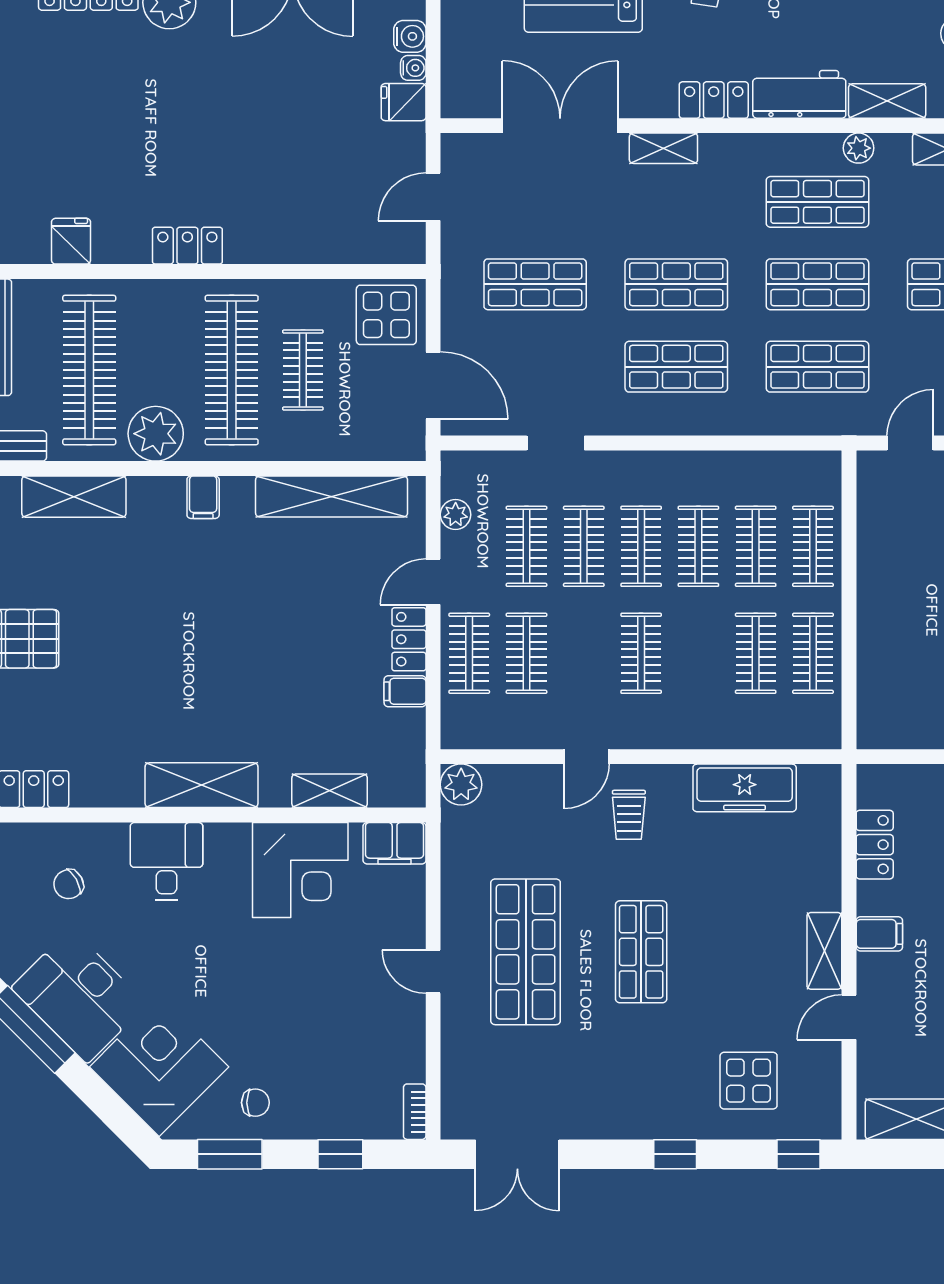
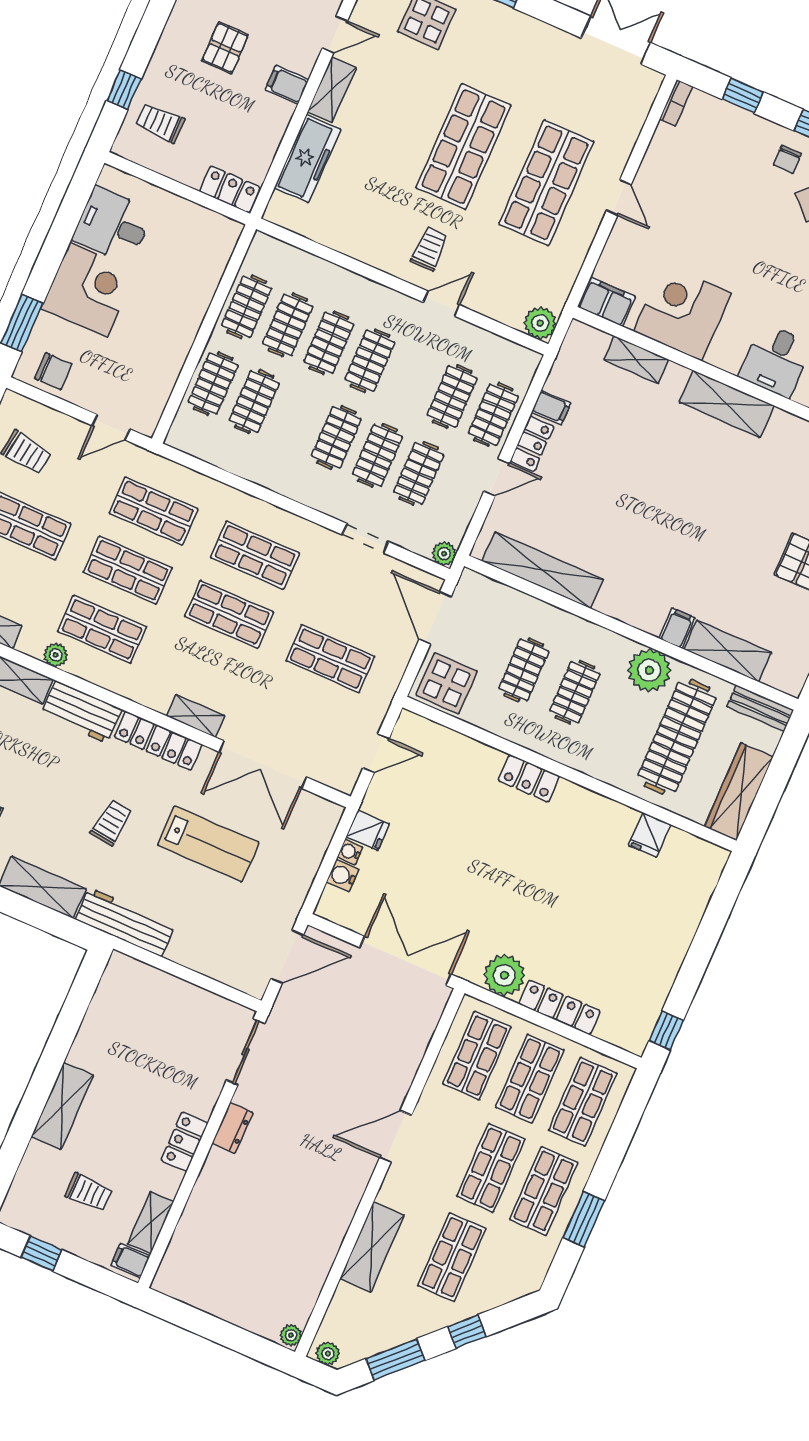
locker: (714, 100) -> (158, 741), width x1.53
locker: (187, 246) -> (529, 778), moved
clothes rail: (232, 370) -> (575, 692), width x0.54, depth x0.76
filing cabinet: (203, 497) -> (677, 628), moved
plant: (456, 515) -> (444, 554), moved
clothes rail: (698, 546) -> (329, 343), moved
freezer: (745, 788) -> (307, 159), moved, turned 90
locker: (875, 845) -> (230, 189), moved, turned 90
shop shelf: (641, 952) -> (463, 147), width x1.43, depth x1.36
chair: (255, 1103) -> (787, 159), turned -90

